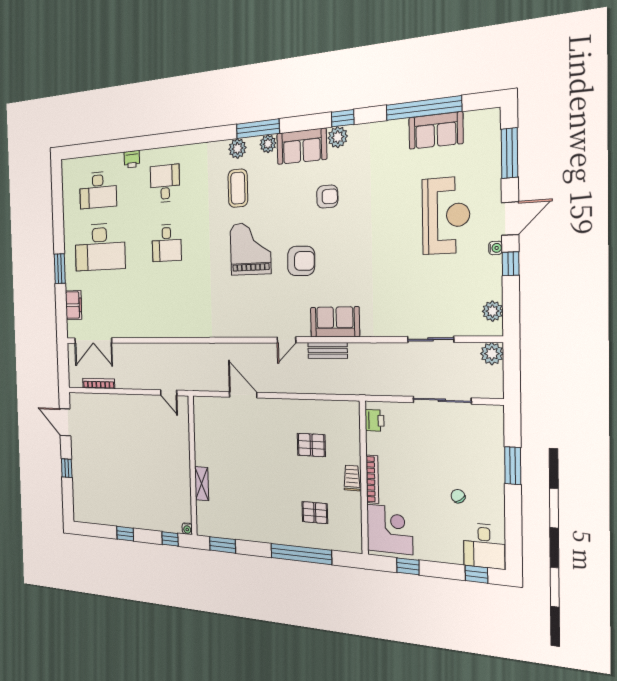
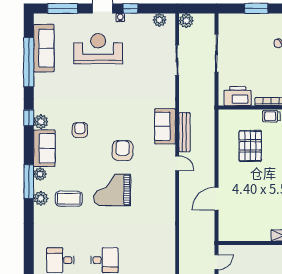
sofa: (436, 131) -> (44, 48), width x1.36
bench: (328, 351) -> (184, 132), width x1.36
printer: (375, 420) -> (238, 96), width x1.87, depth x1.48
pallet: (311, 445) -> (250, 146), width x1.50, depth x1.42

